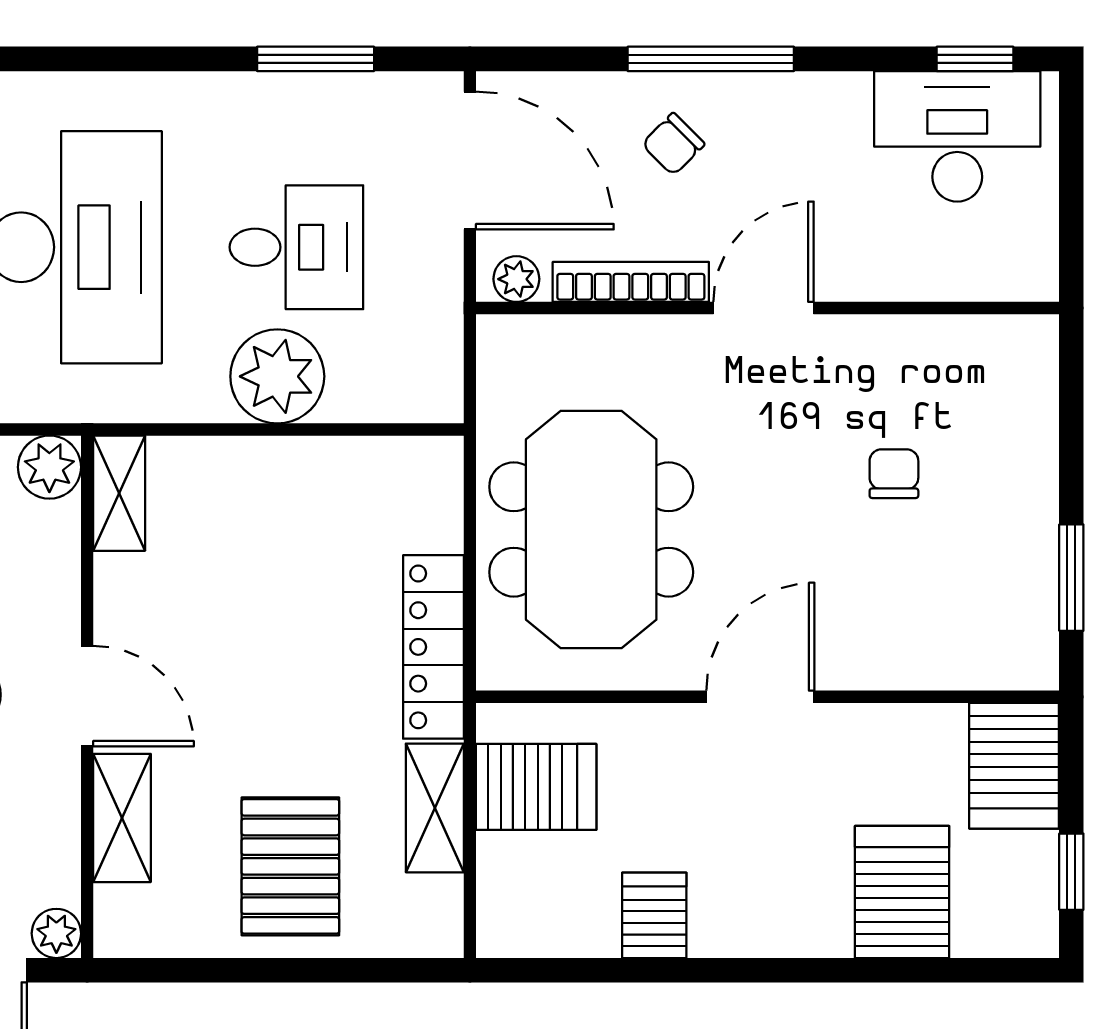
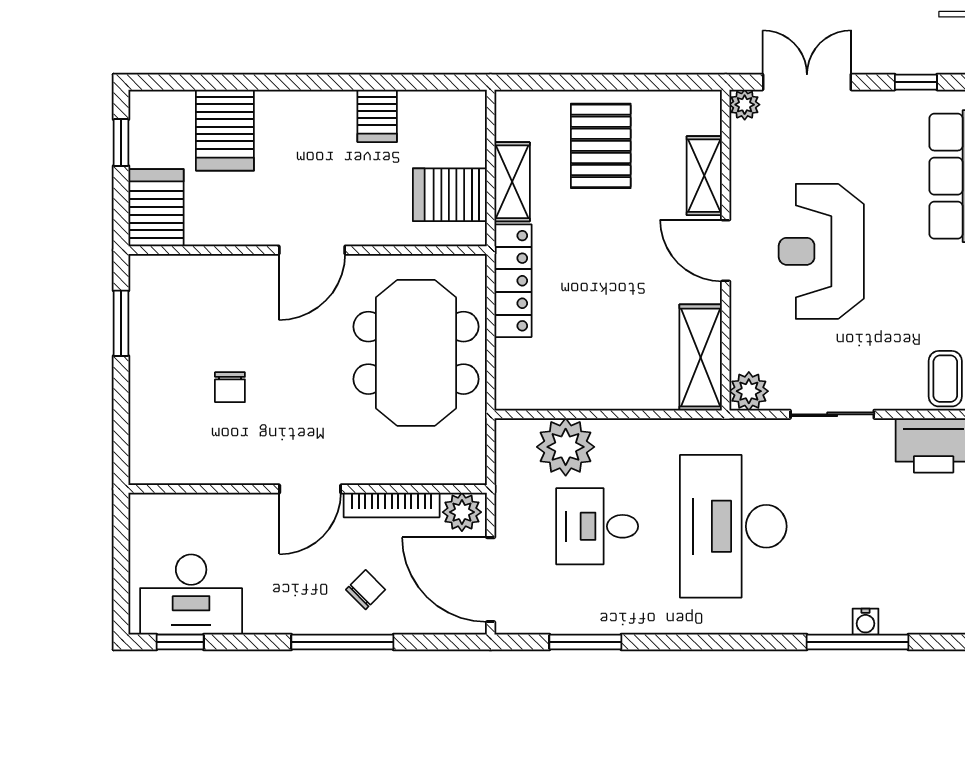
plant: (516, 279) -> (462, 512), width x1.38, depth x1.38
plant: (277, 376) -> (566, 447), moved
shelving: (119, 493) -> (701, 357), width x1.50, depth x1.33

